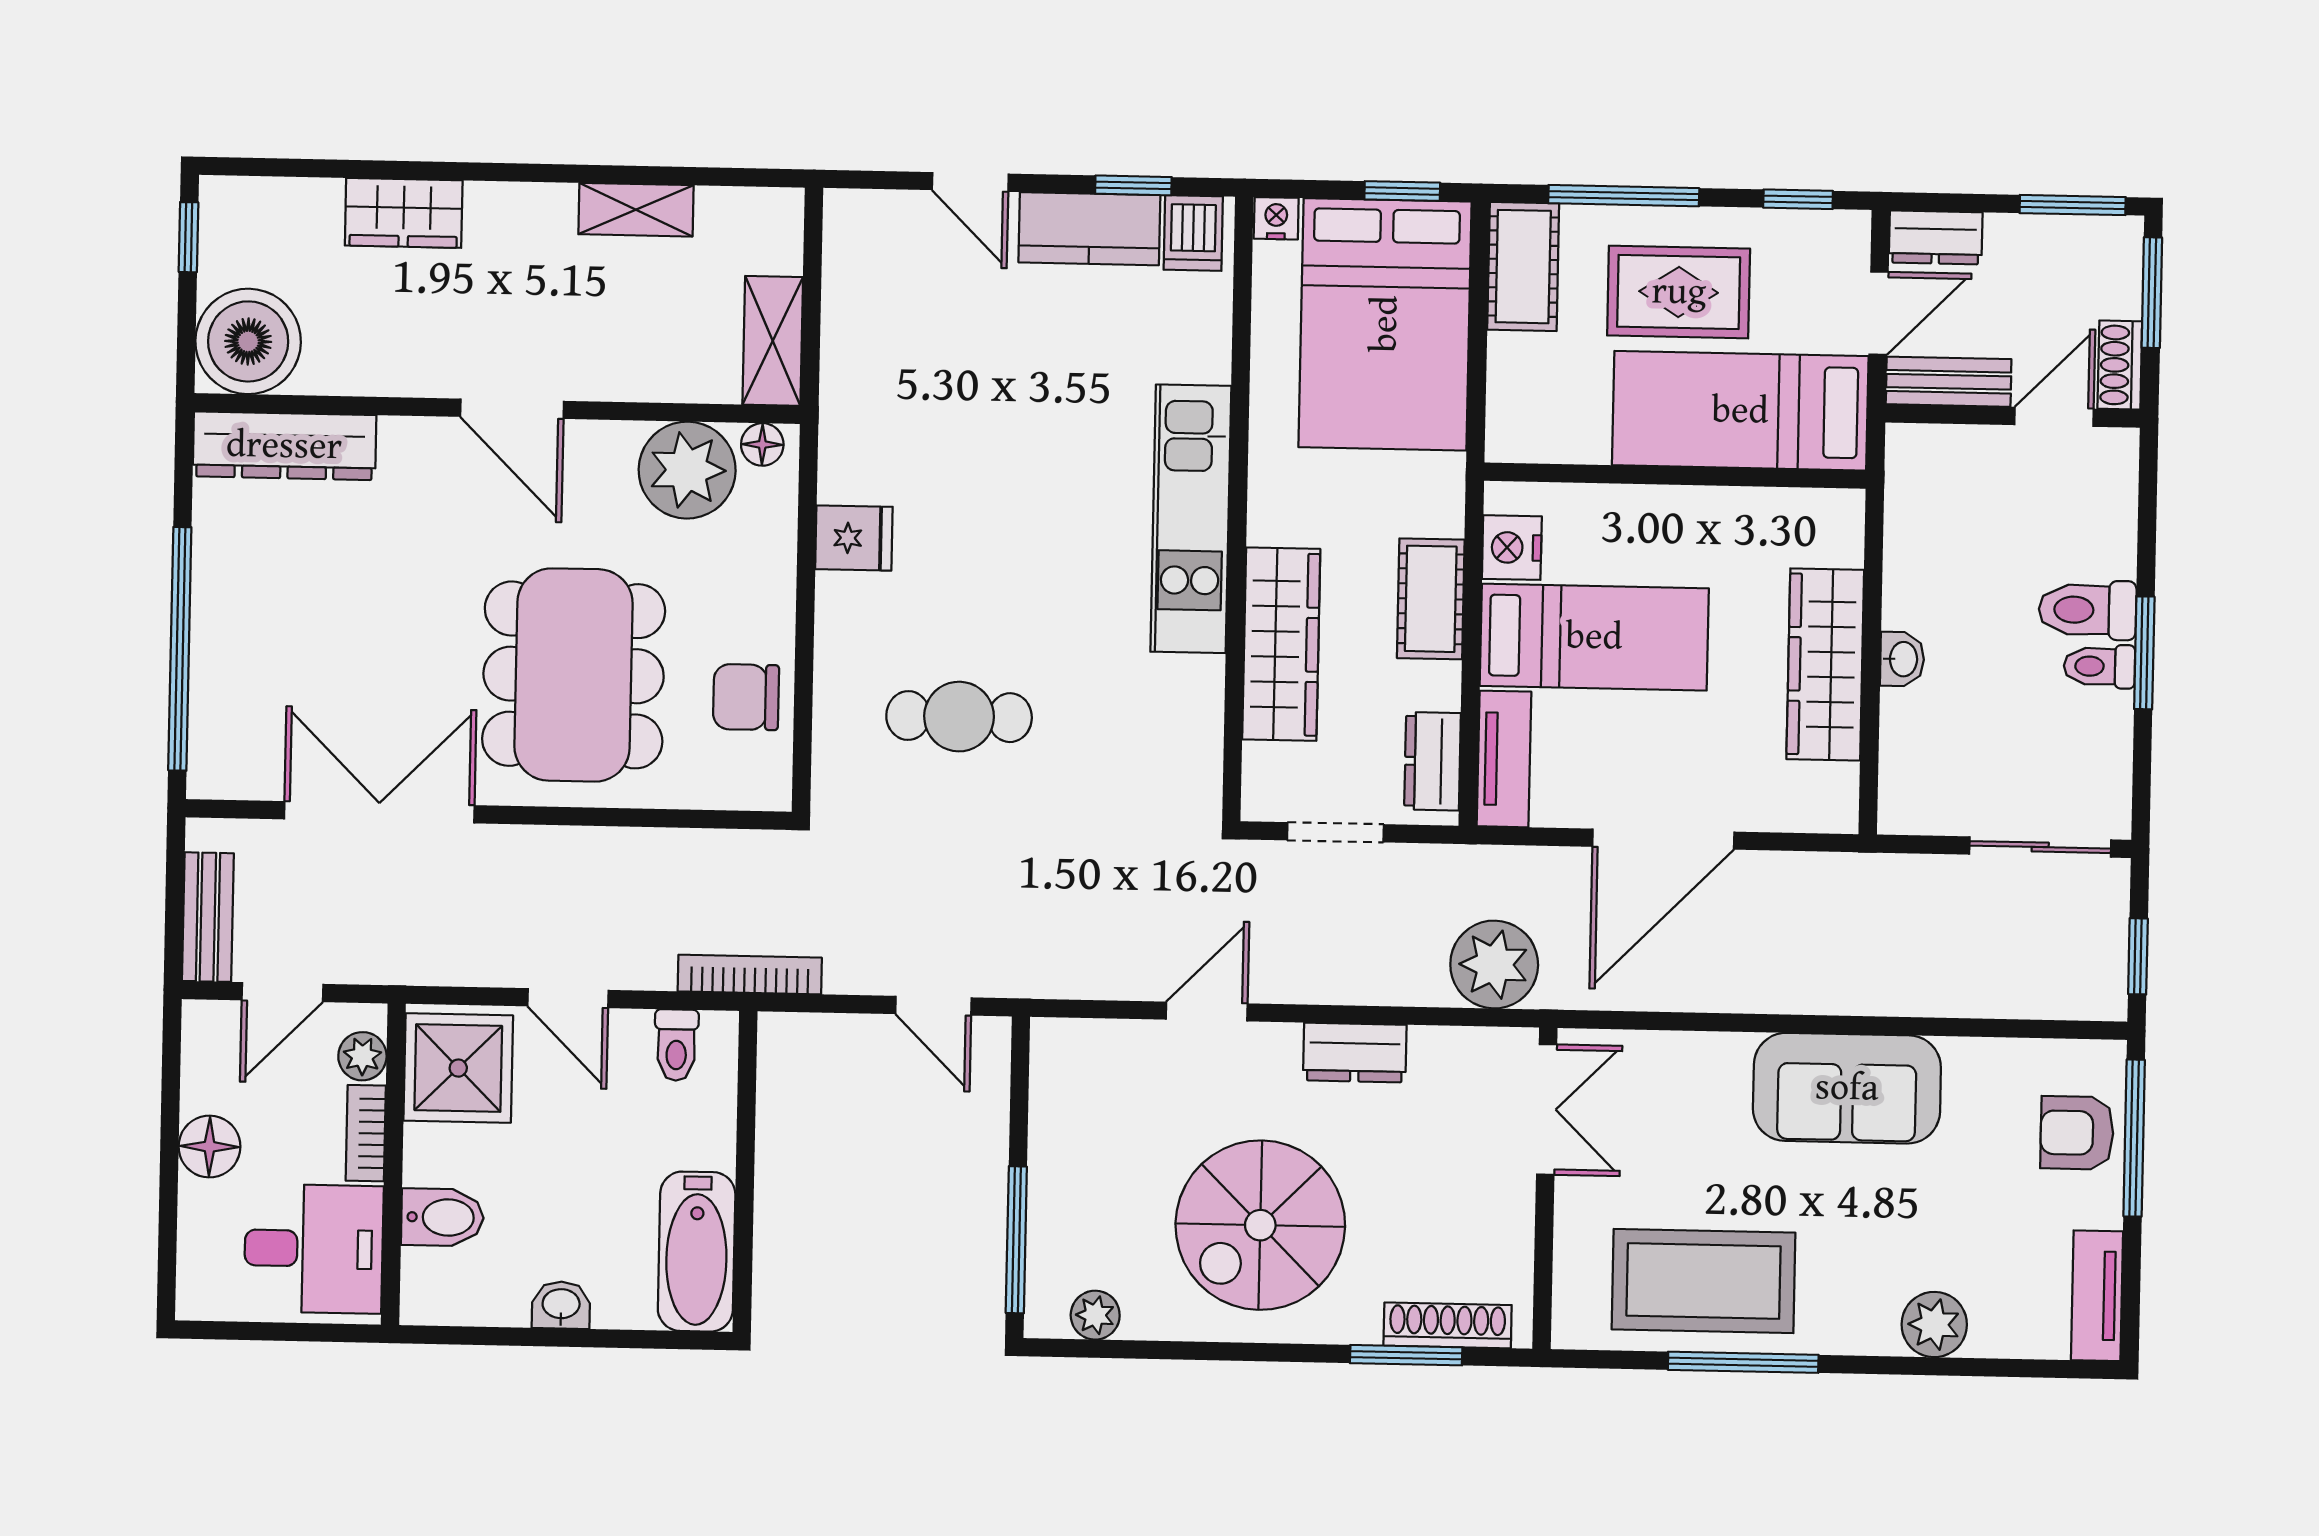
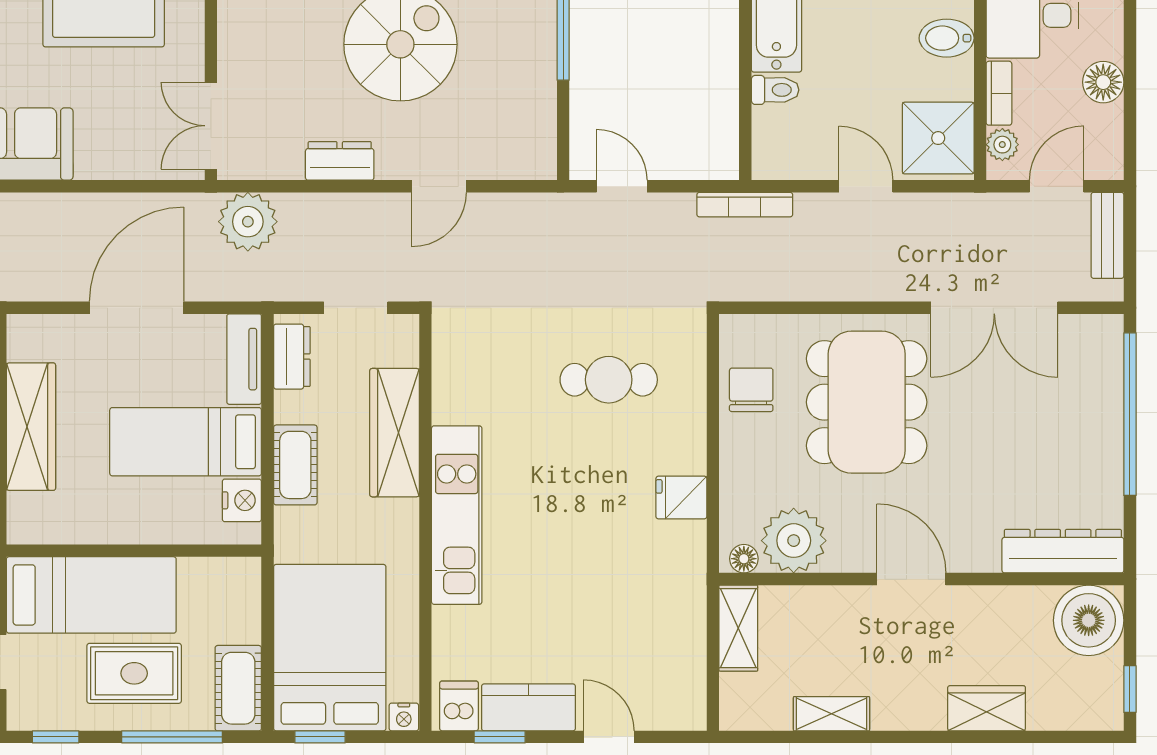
chair: (746, 697) -> (751, 390), turned -90
toilet: (676, 1045) -> (775, 90), moved, turned 90

